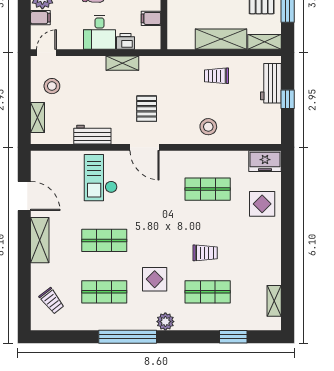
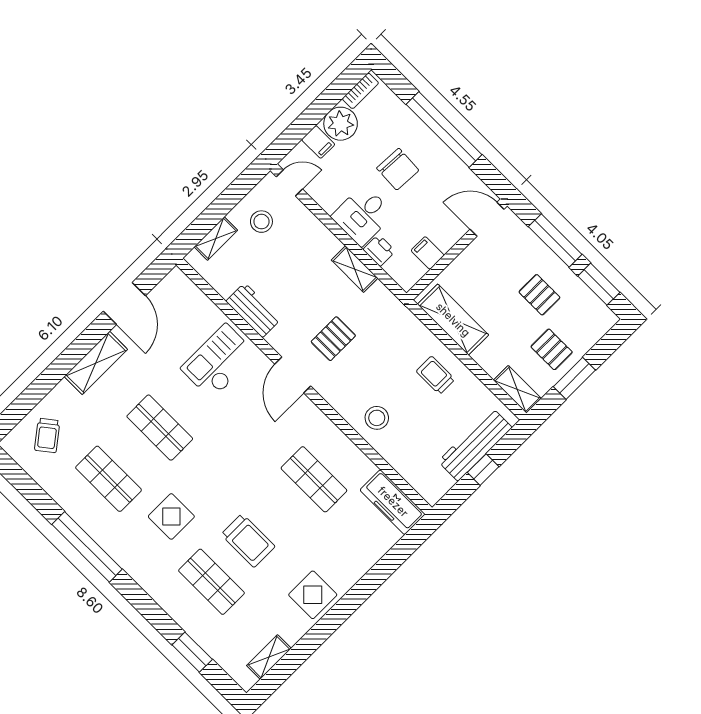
shelving: (221, 39) -> (453, 320), moved
workbench: (271, 83) -> (475, 444), width x1.38
freezer: (265, 161) -> (393, 502), width x1.40
display table: (262, 204) -> (313, 595), moved
trolley: (205, 253) -> (248, 540), width x1.36, depth x1.39
plant: (165, 322) -> (140, 569), removed

